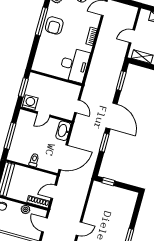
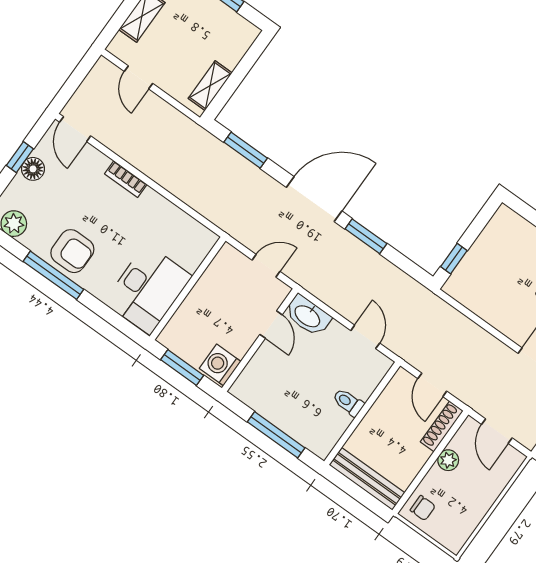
door: (132, 36) -> (138, 77), moved
desk: (74, 65) -> (148, 289), moved, turned 90
door: (43, 114) -> (271, 325), moved
door: (63, 157) -> (365, 337), width x0.53
door: (45, 225) -> (497, 431), hinge flipped

